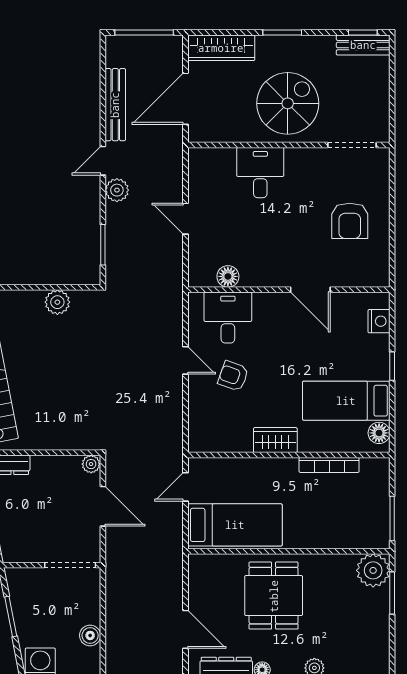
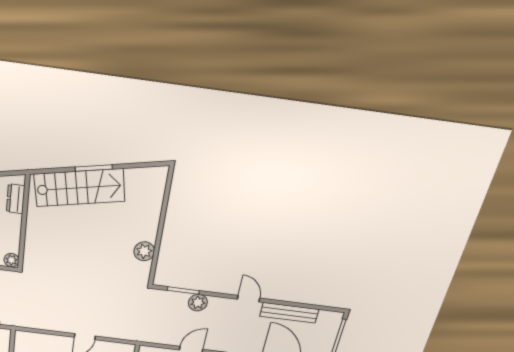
plant: (117, 190) -> (198, 303), moved

